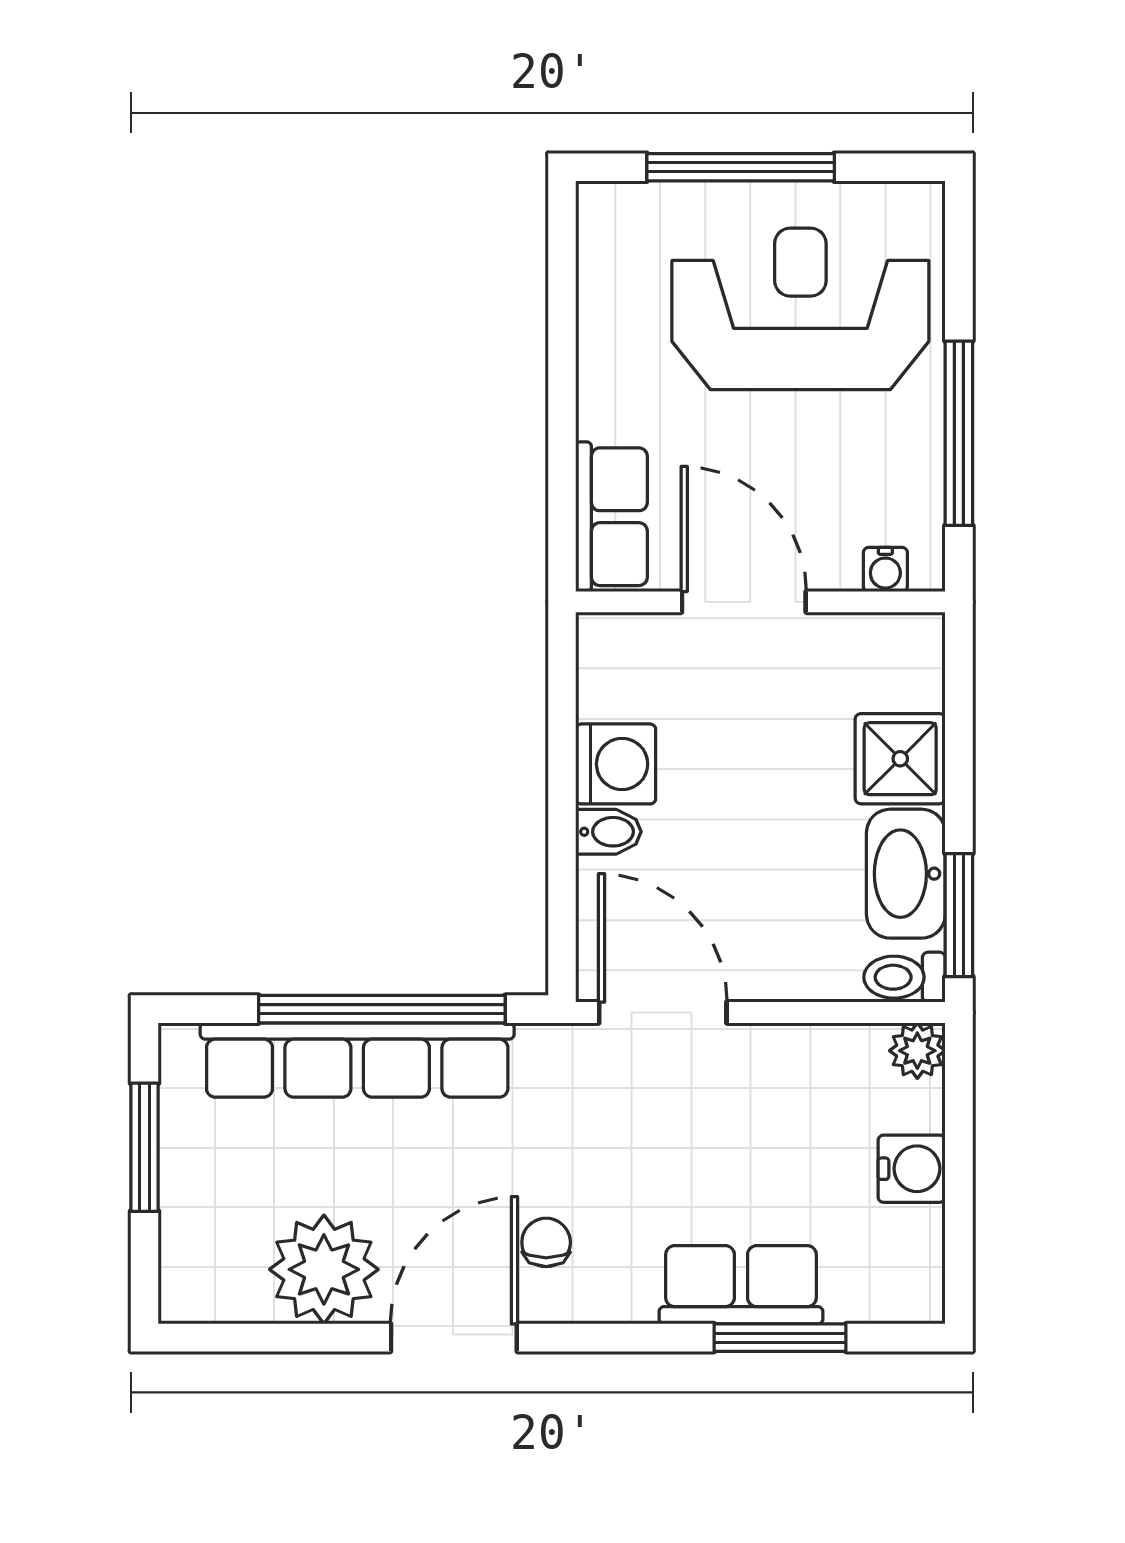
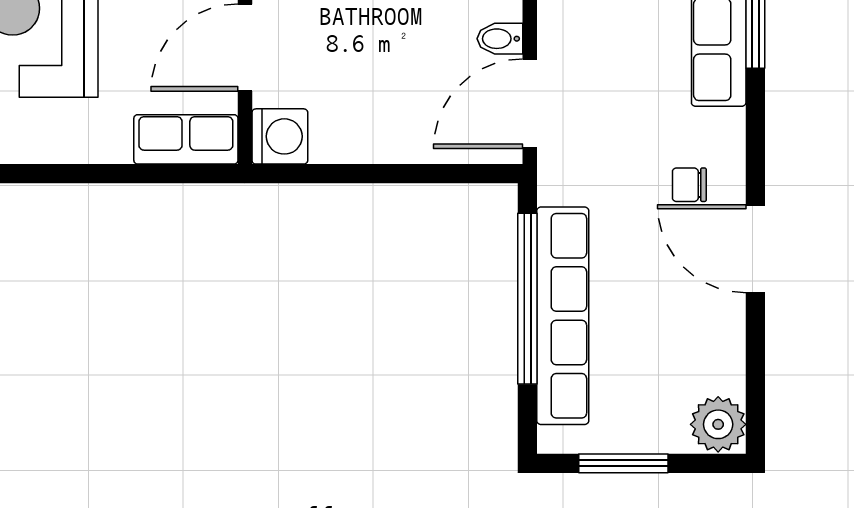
washing machine: (616, 764) -> (280, 136), moved, turned 90
bidet: (608, 832) -> (500, 39), moved, turned -90
plant: (324, 1269) -> (718, 424), moved, width x0.73, depth x0.73

